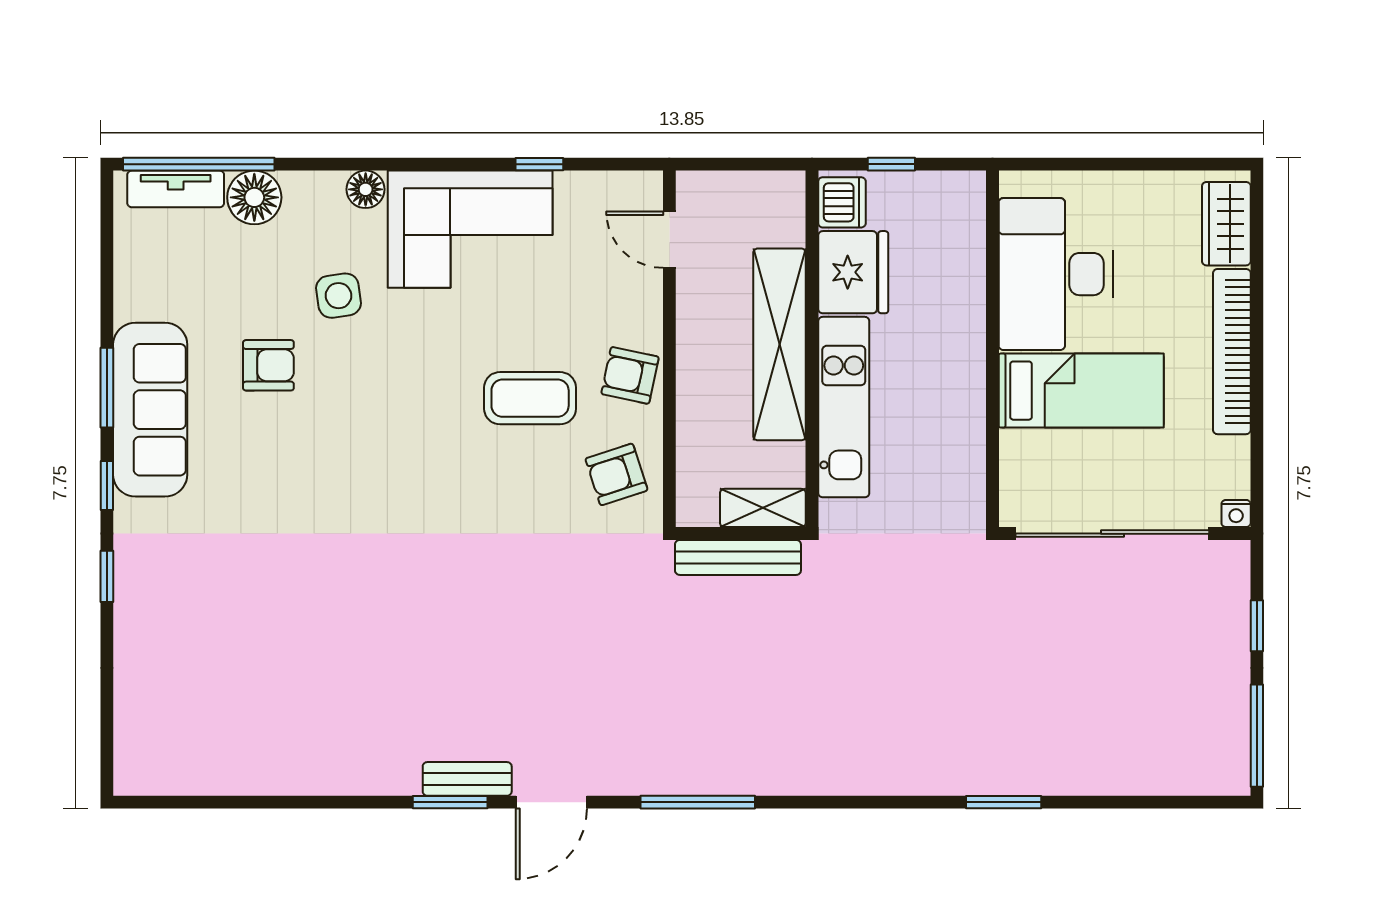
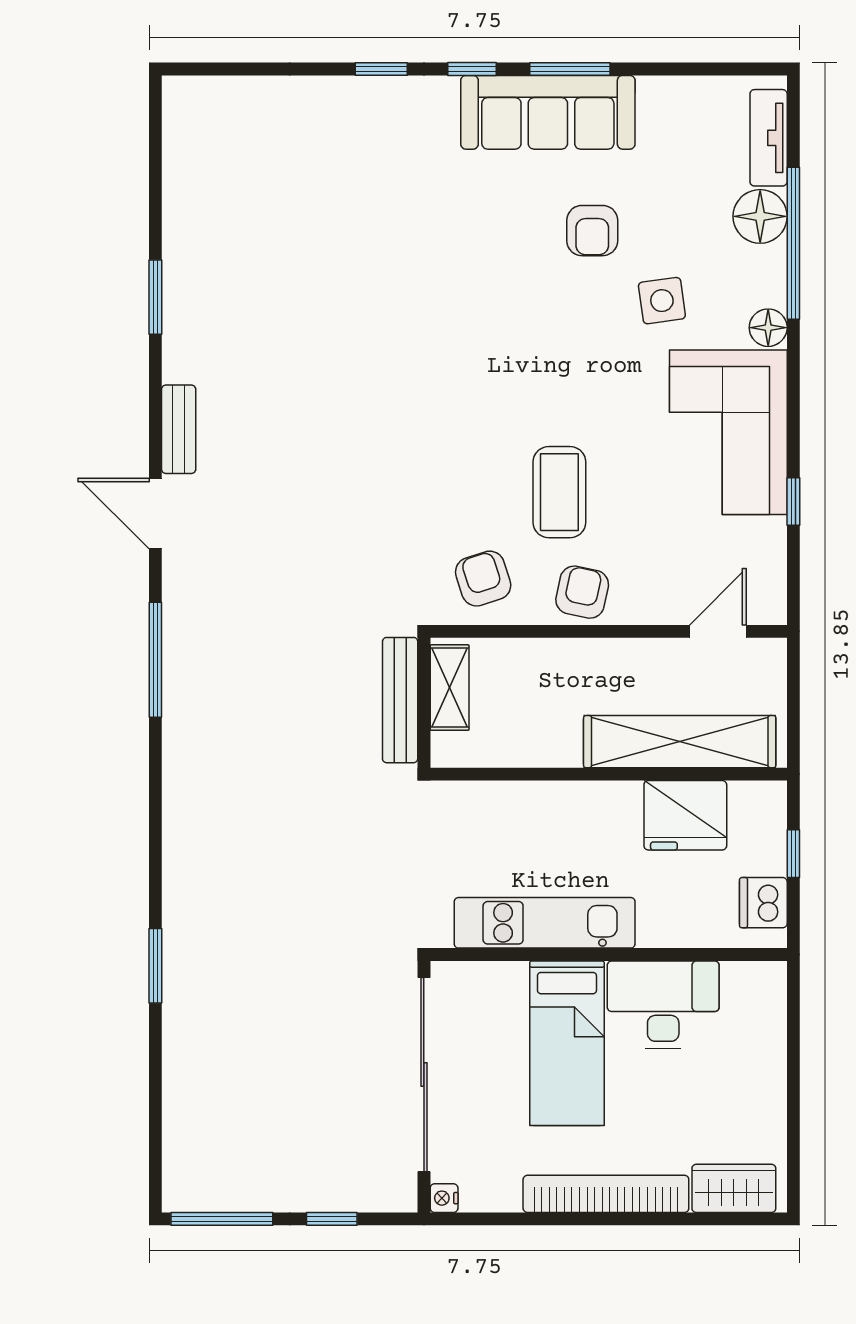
window: (199, 164) -> (793, 243), moved
dishwasher: (842, 202) -> (763, 903), moved, turned 90
desk: (1056, 274) -> (663, 1005), width x0.73, depth x0.77
shelving: (780, 344) -> (680, 742), moved
kitchen unit: (844, 407) -> (545, 923), moved, turned 180
shelving: (763, 508) -> (450, 688), moved
window: (450, 802) -> (155, 297), moved

